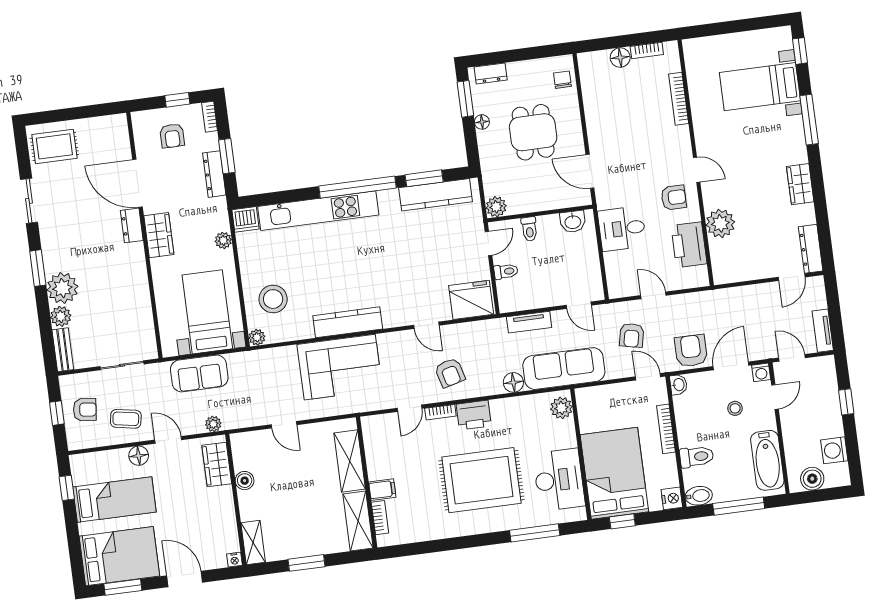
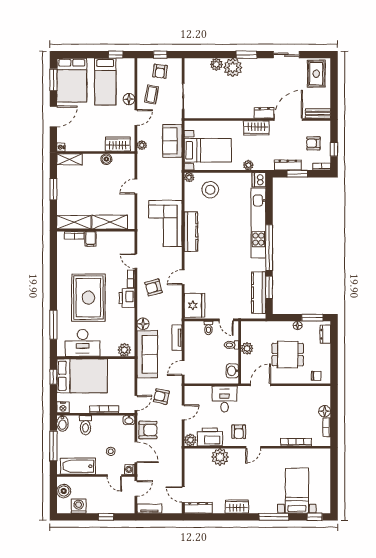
plant: (496, 207) -> (247, 348), moved
plant: (698, 277) -> (190, 440), added
bench: (63, 350) -> (318, 114), moved

